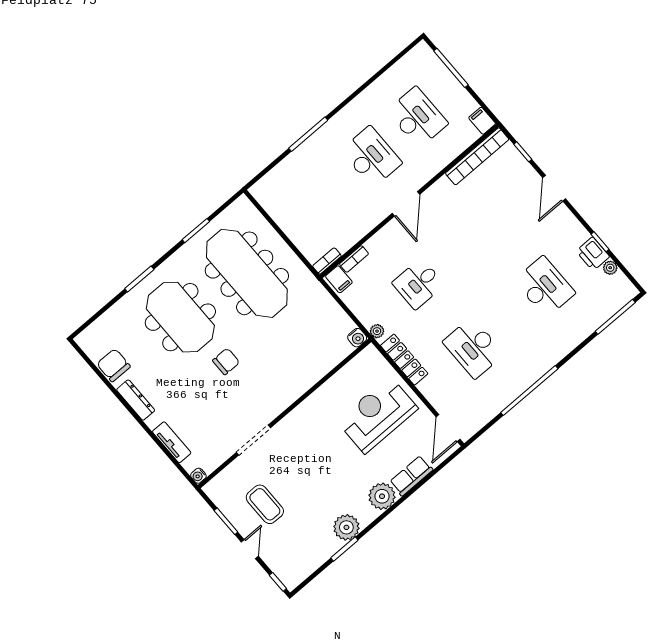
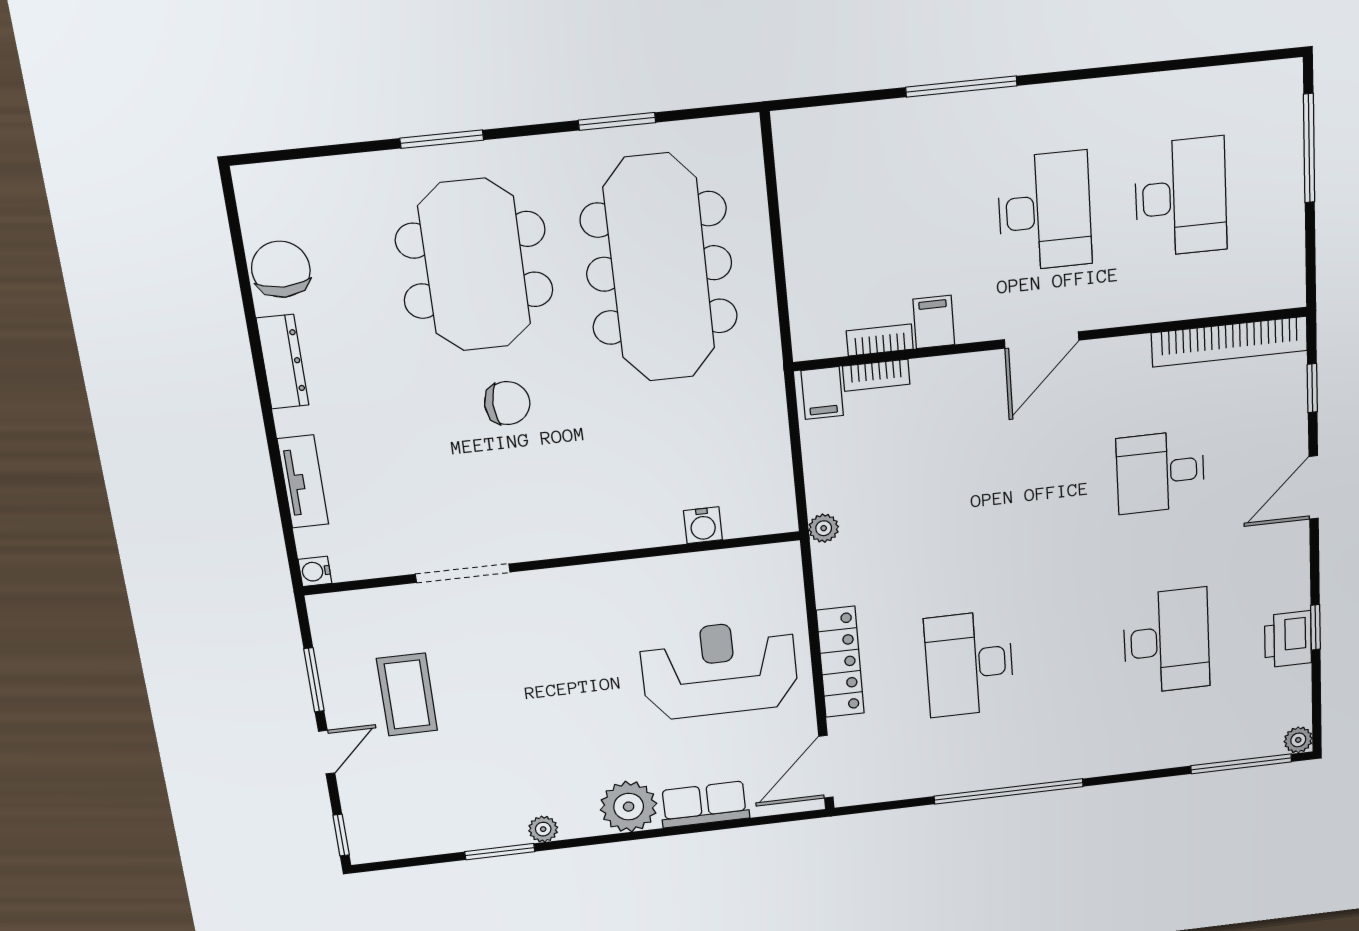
filing cabinet: (482, 121) -> (934, 322), moved
bookcase: (327, 261) -> (880, 340), moved
plant: (610, 268) -> (1298, 740), moved
desk: (418, 284) -> (1160, 472), moved
water cooler: (357, 338) -> (703, 525), moved
locker: (404, 360) -> (840, 662), moved
plant: (346, 527) -> (543, 829), width x0.53, depth x0.53

